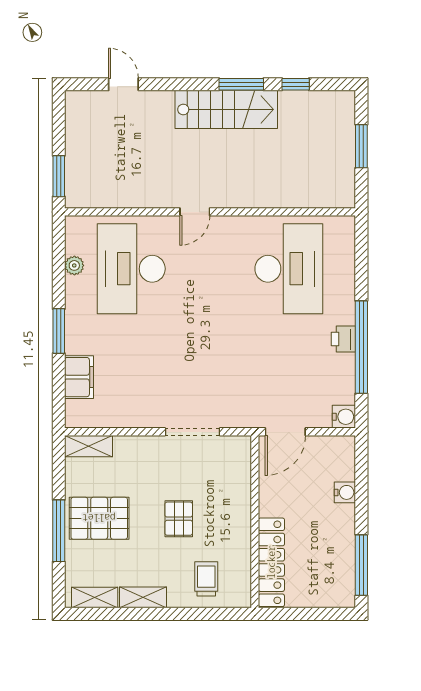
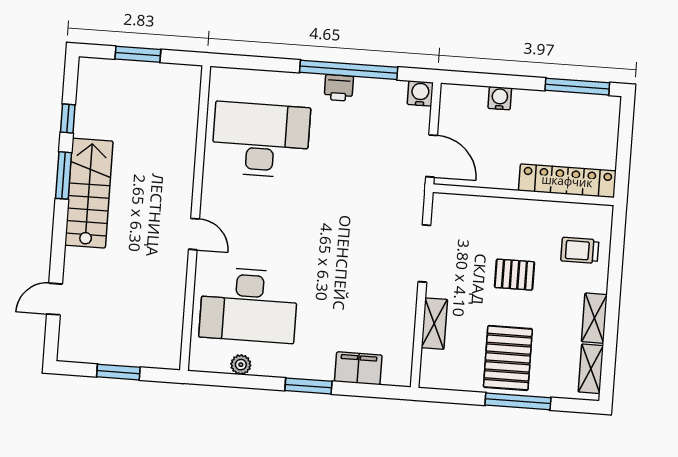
window: (59, 176) -> (118, 372), moved
shelving: (89, 446) -> (434, 324), moved

